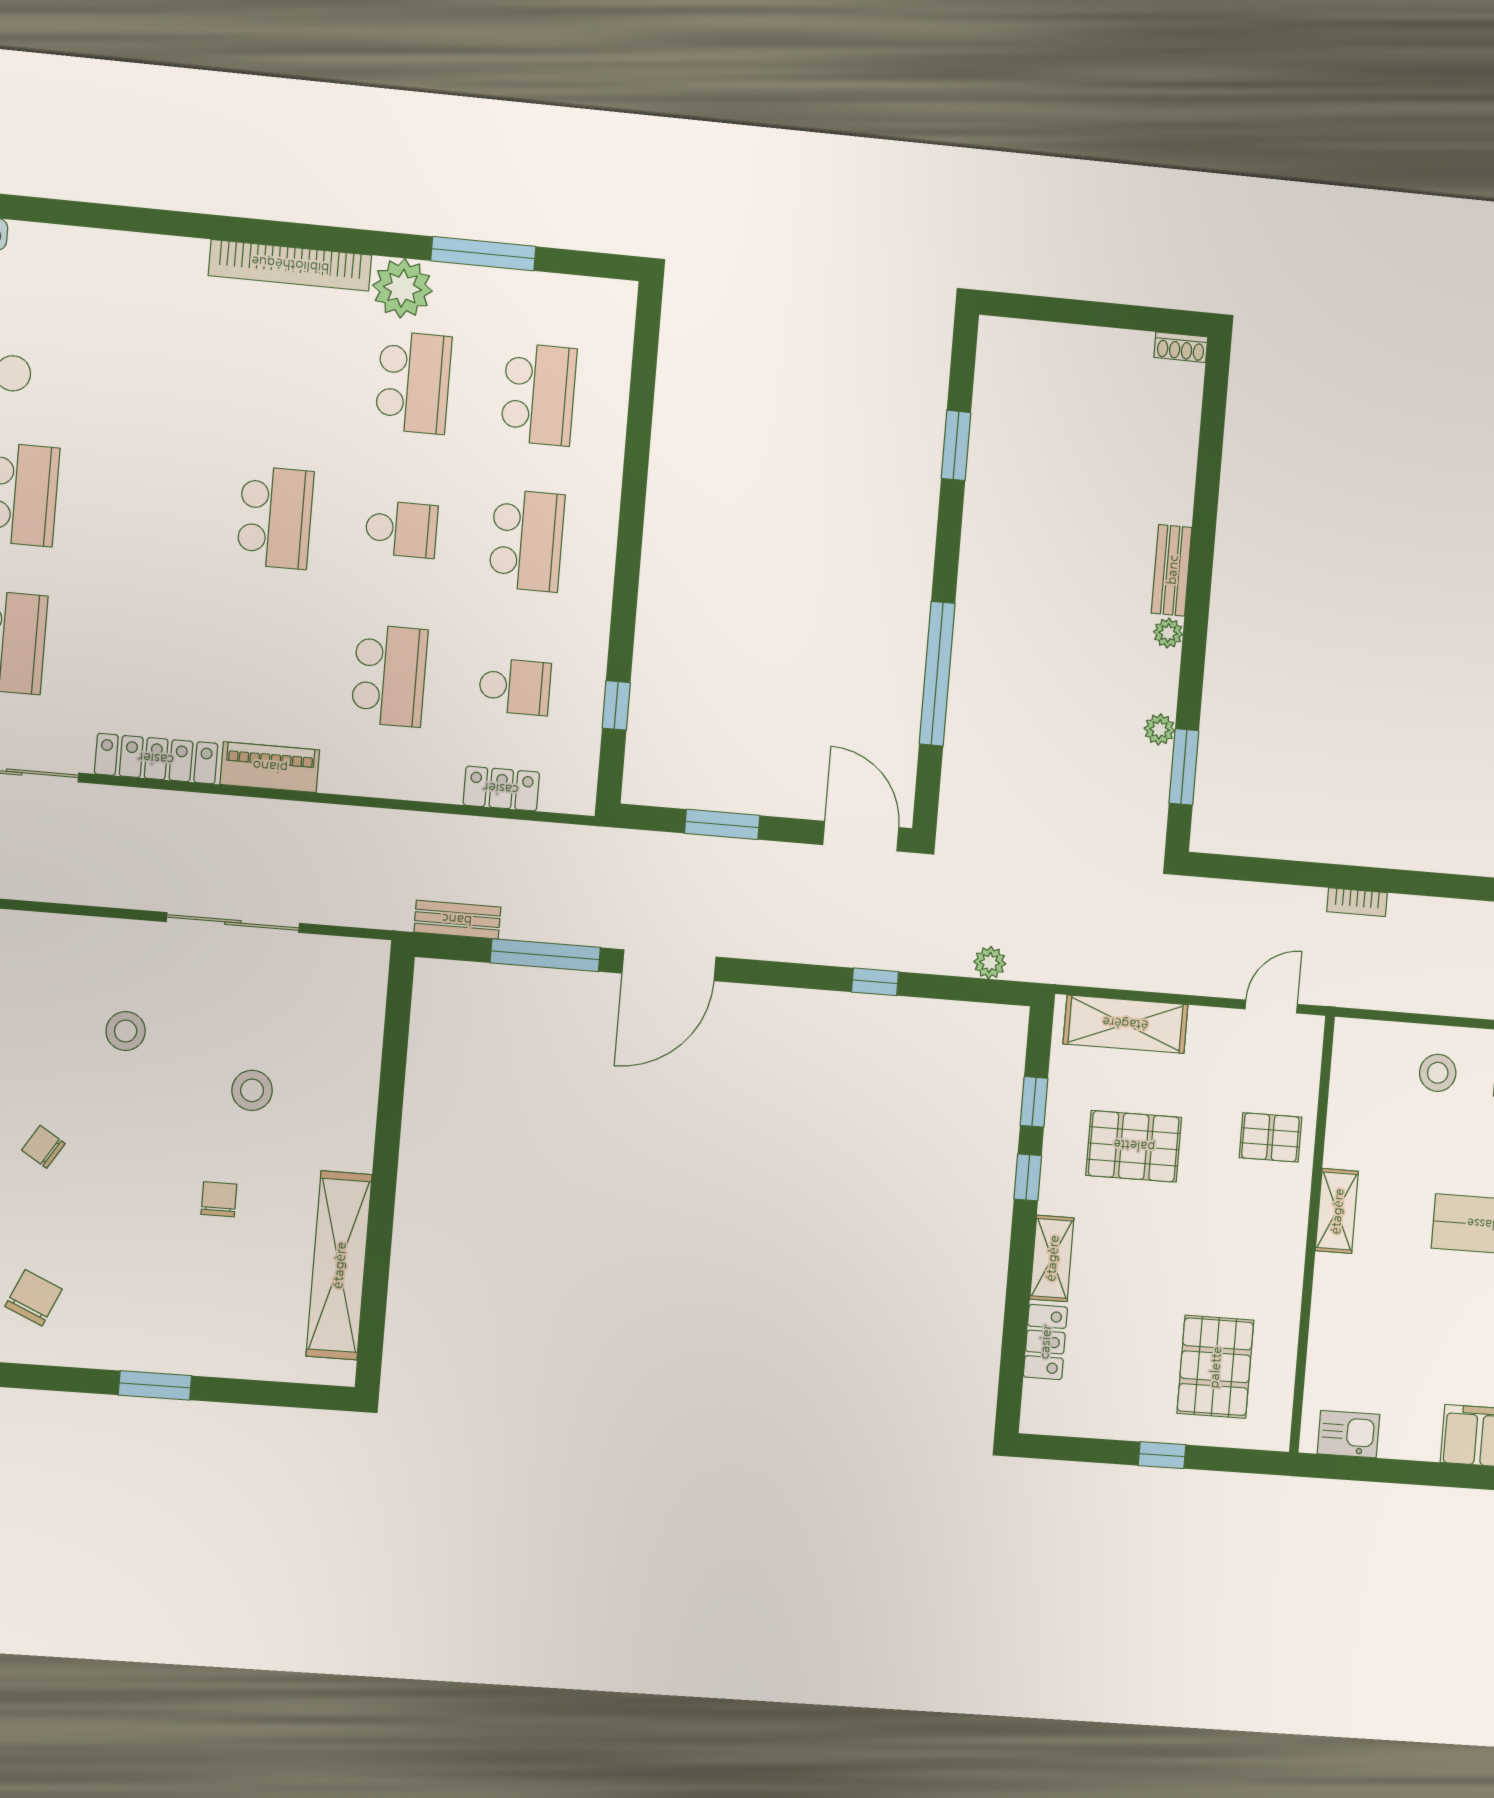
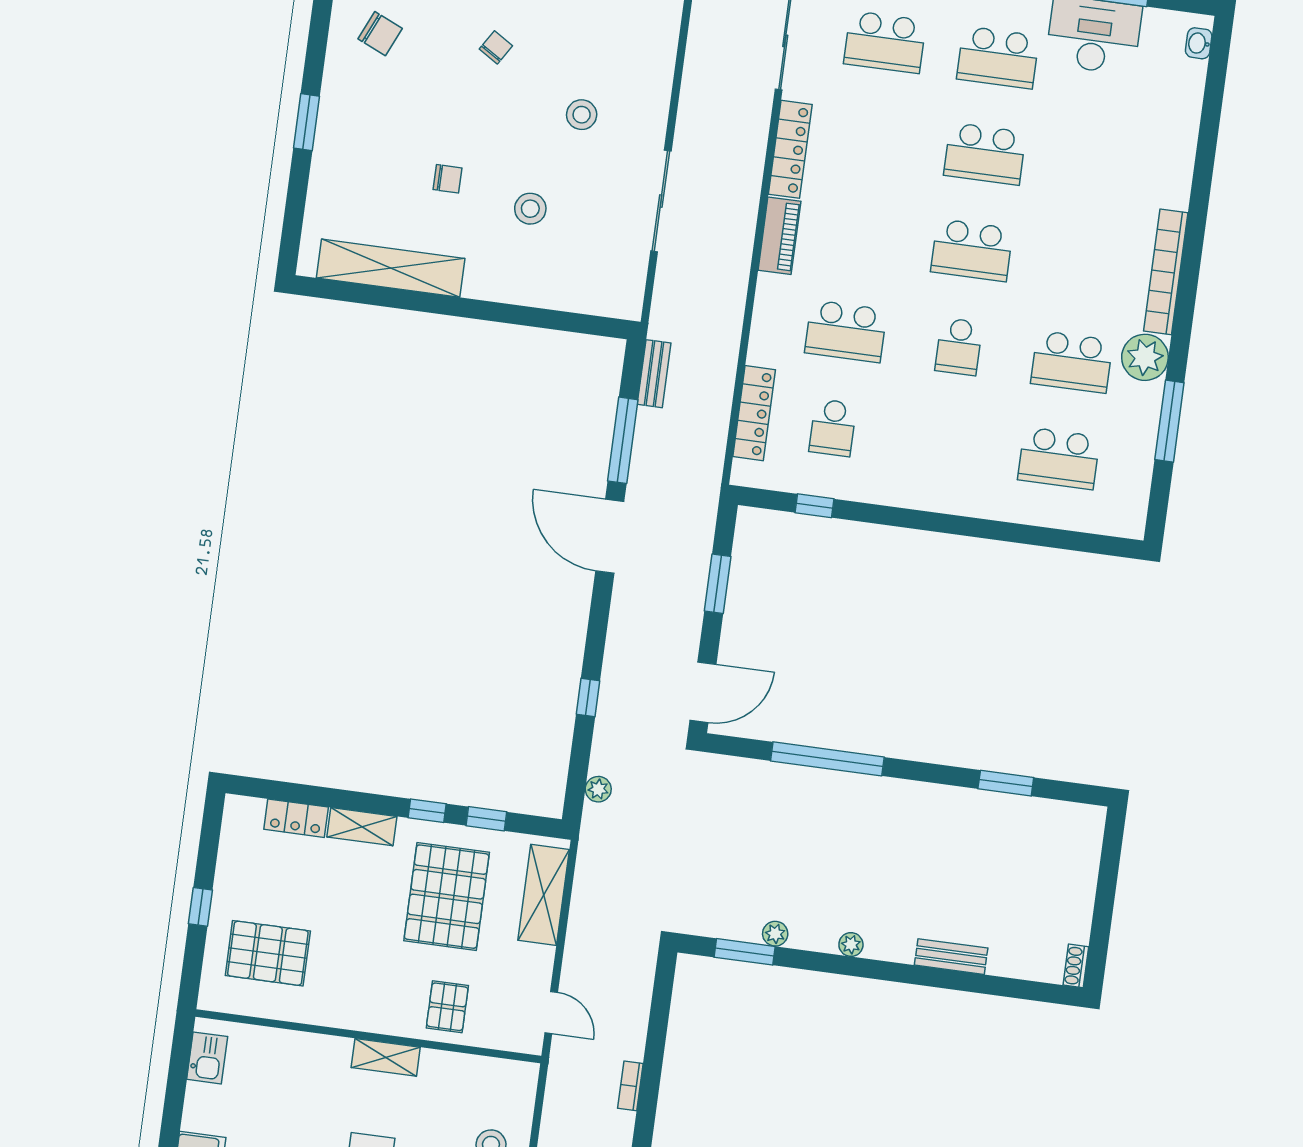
school desk: (527, 541) -> (985, 154), moved
bench: (1172, 570) -> (951, 957), moved
locker: (501, 789) -> (754, 413), width x1.53
pallet: (1134, 1146) -> (447, 897), width x1.37, depth x1.41

